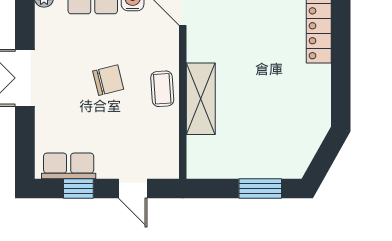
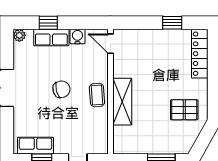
pallet: (295, 111) -> (184, 110), added

